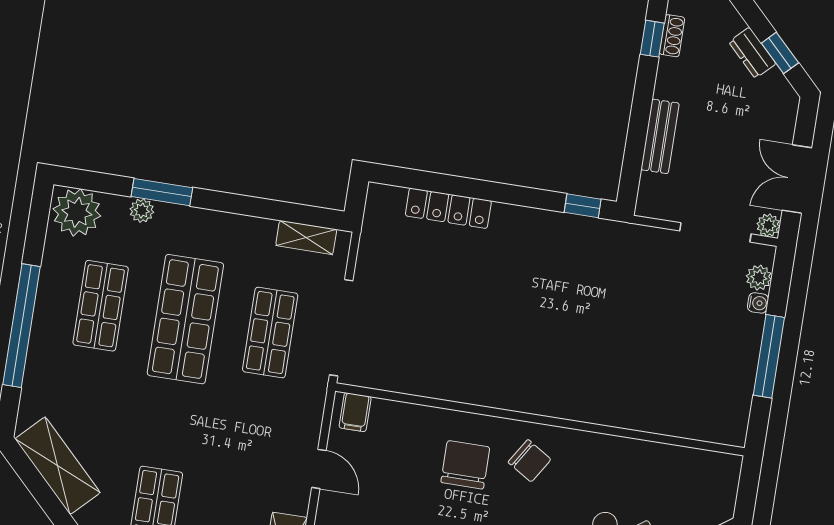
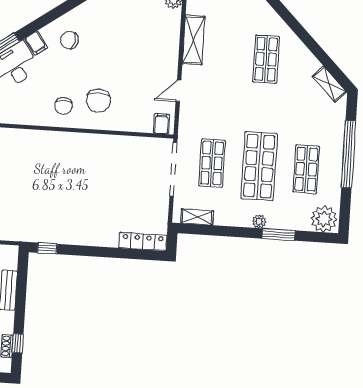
locker: (448, 208) -> (143, 242), moved
plant: (142, 211) -> (259, 221), moved
chair: (530, 461) -> (63, 106), turned -122
shelving: (58, 466) -> (329, 84), width x0.67, depth x0.75
door: (319, 469) -> (178, 91), hinge flipped

